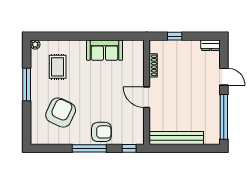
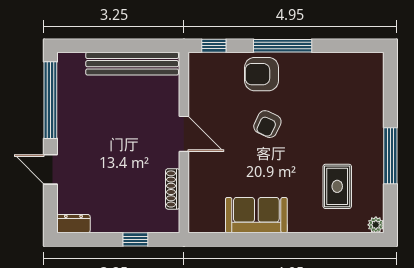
armchair: (61, 113) -> (267, 124), moved, width x0.53, depth x0.53

